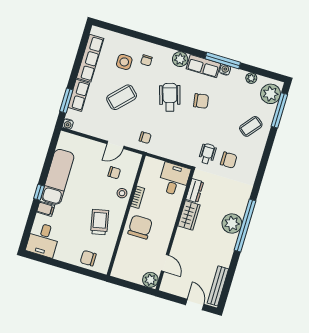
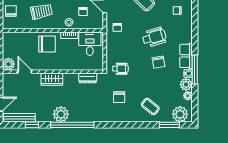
plant: (180, 59) -> (186, 84), moved
window: (279, 110) -> (169, 125), width x0.69
wheelchair: (207, 154) -> (120, 69), moved
desk: (174, 179) -> (90, 44), moved, turned -90
wardrobe: (189, 215) -> (52, 79), moved
plant: (232, 223) -> (61, 114), moved
door: (165, 263) -> (25, 72), swing flipped
window: (231, 274) -> (32, 125), added

